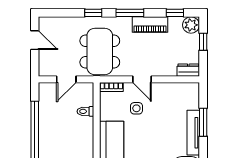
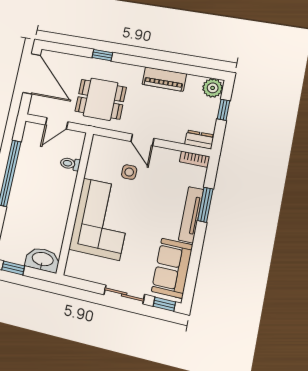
window: (130, 13) -> (144, 62), removed
window: (175, 13) -> (196, 71), removed
door: (35, 40) -> (32, 74), width x1.88
dining table: (100, 51) -> (101, 99), width x0.73
bookcase: (111, 87) -> (195, 159), moved

